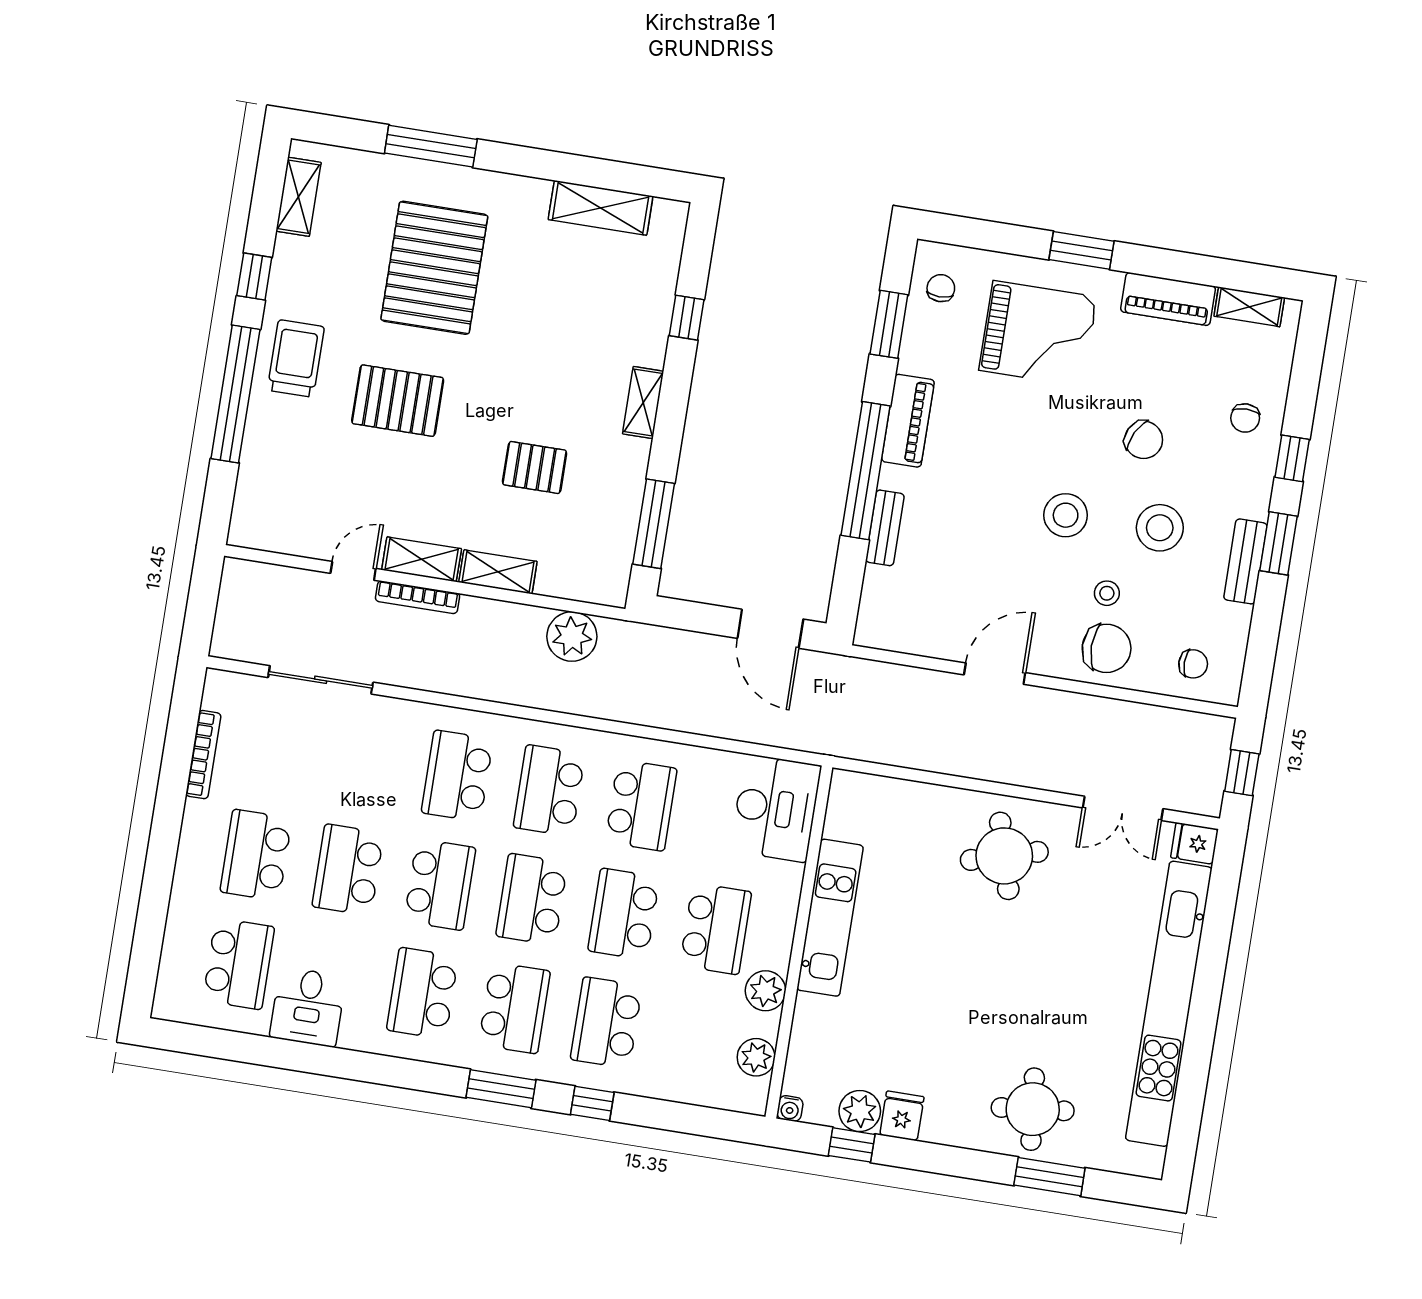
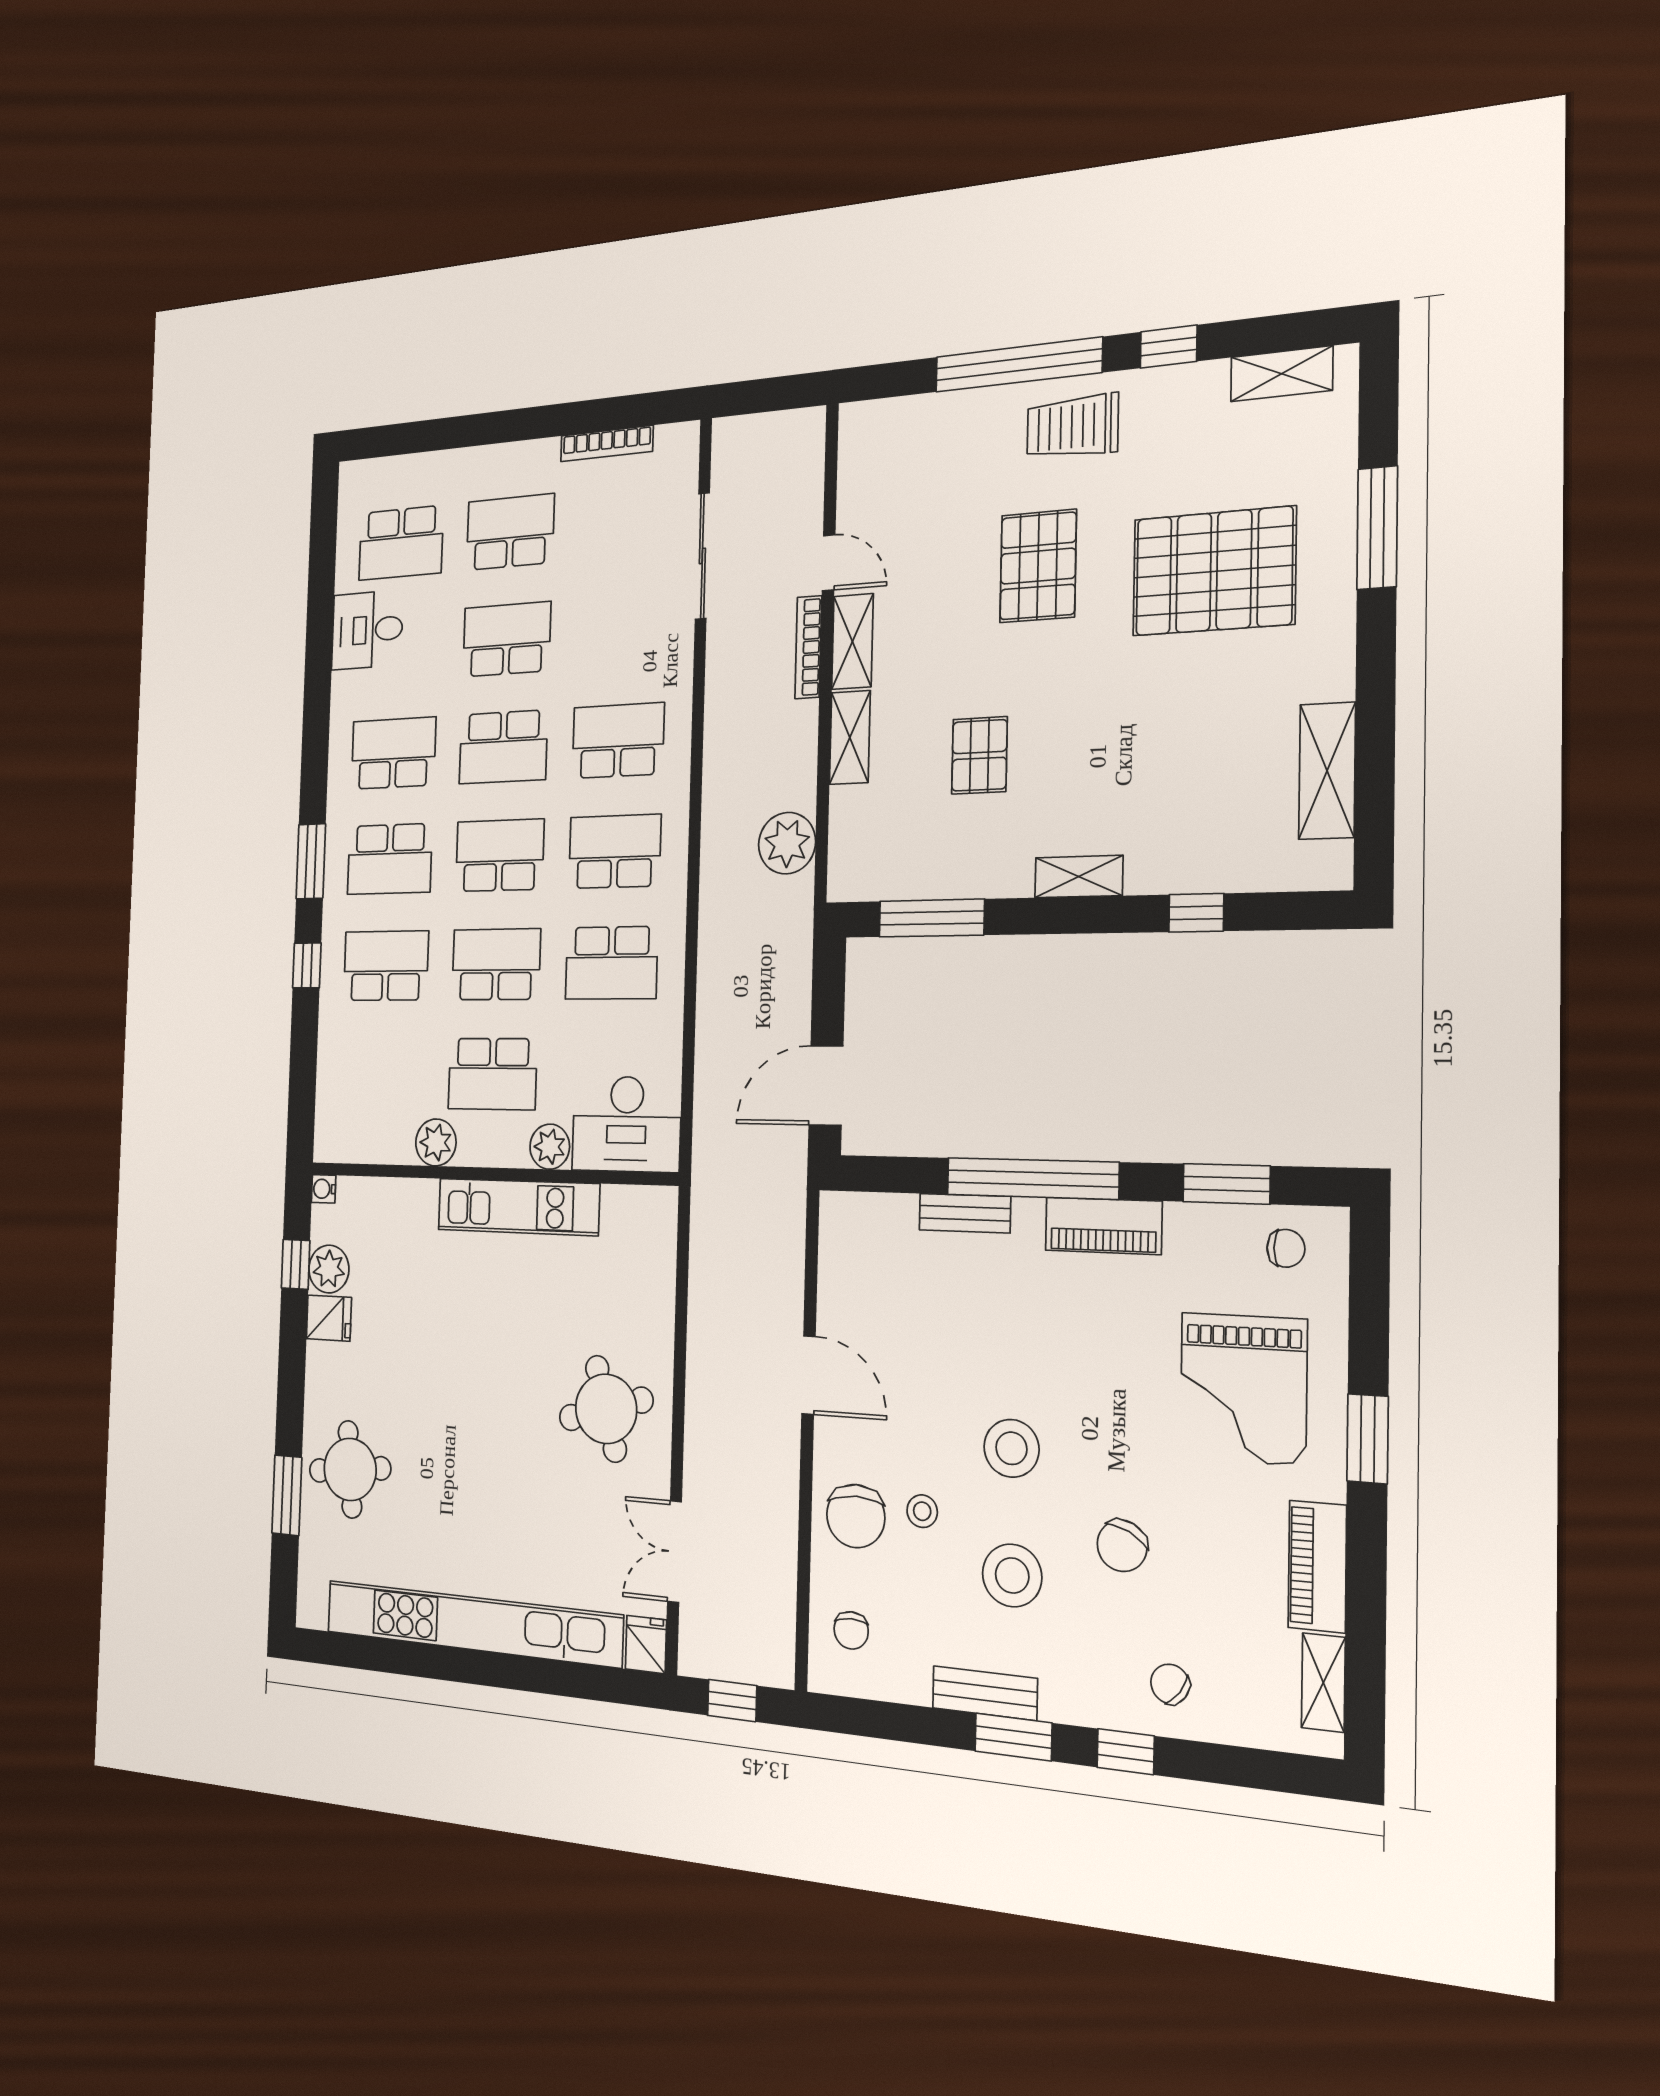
trolley: (296, 358) -> (1073, 427), turned 180
chair: (1245, 418) -> (1170, 1684), turned 36
plant: (756, 1057) -> (550, 1147), moved

